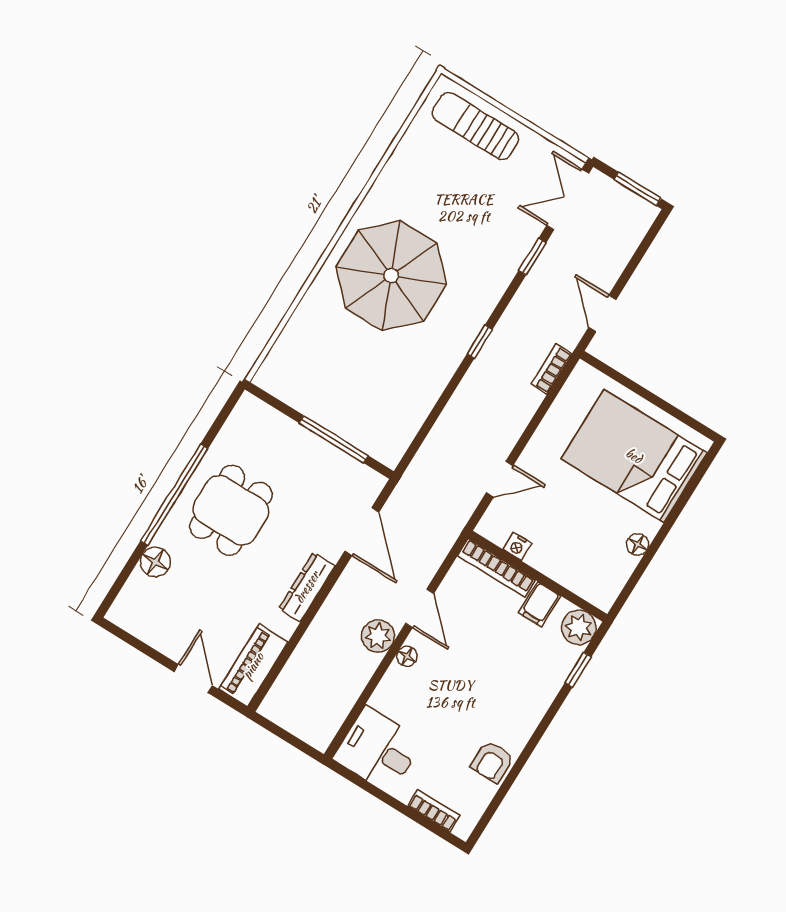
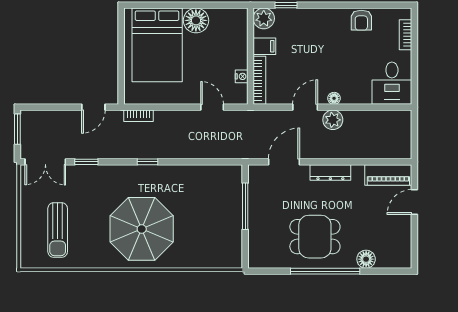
sun lounger: (475, 126) -> (58, 230), moved
floor lamp: (638, 545) -> (196, 20), width x1.89, depth x1.89
armchair: (492, 762) -> (361, 20), turned 90

